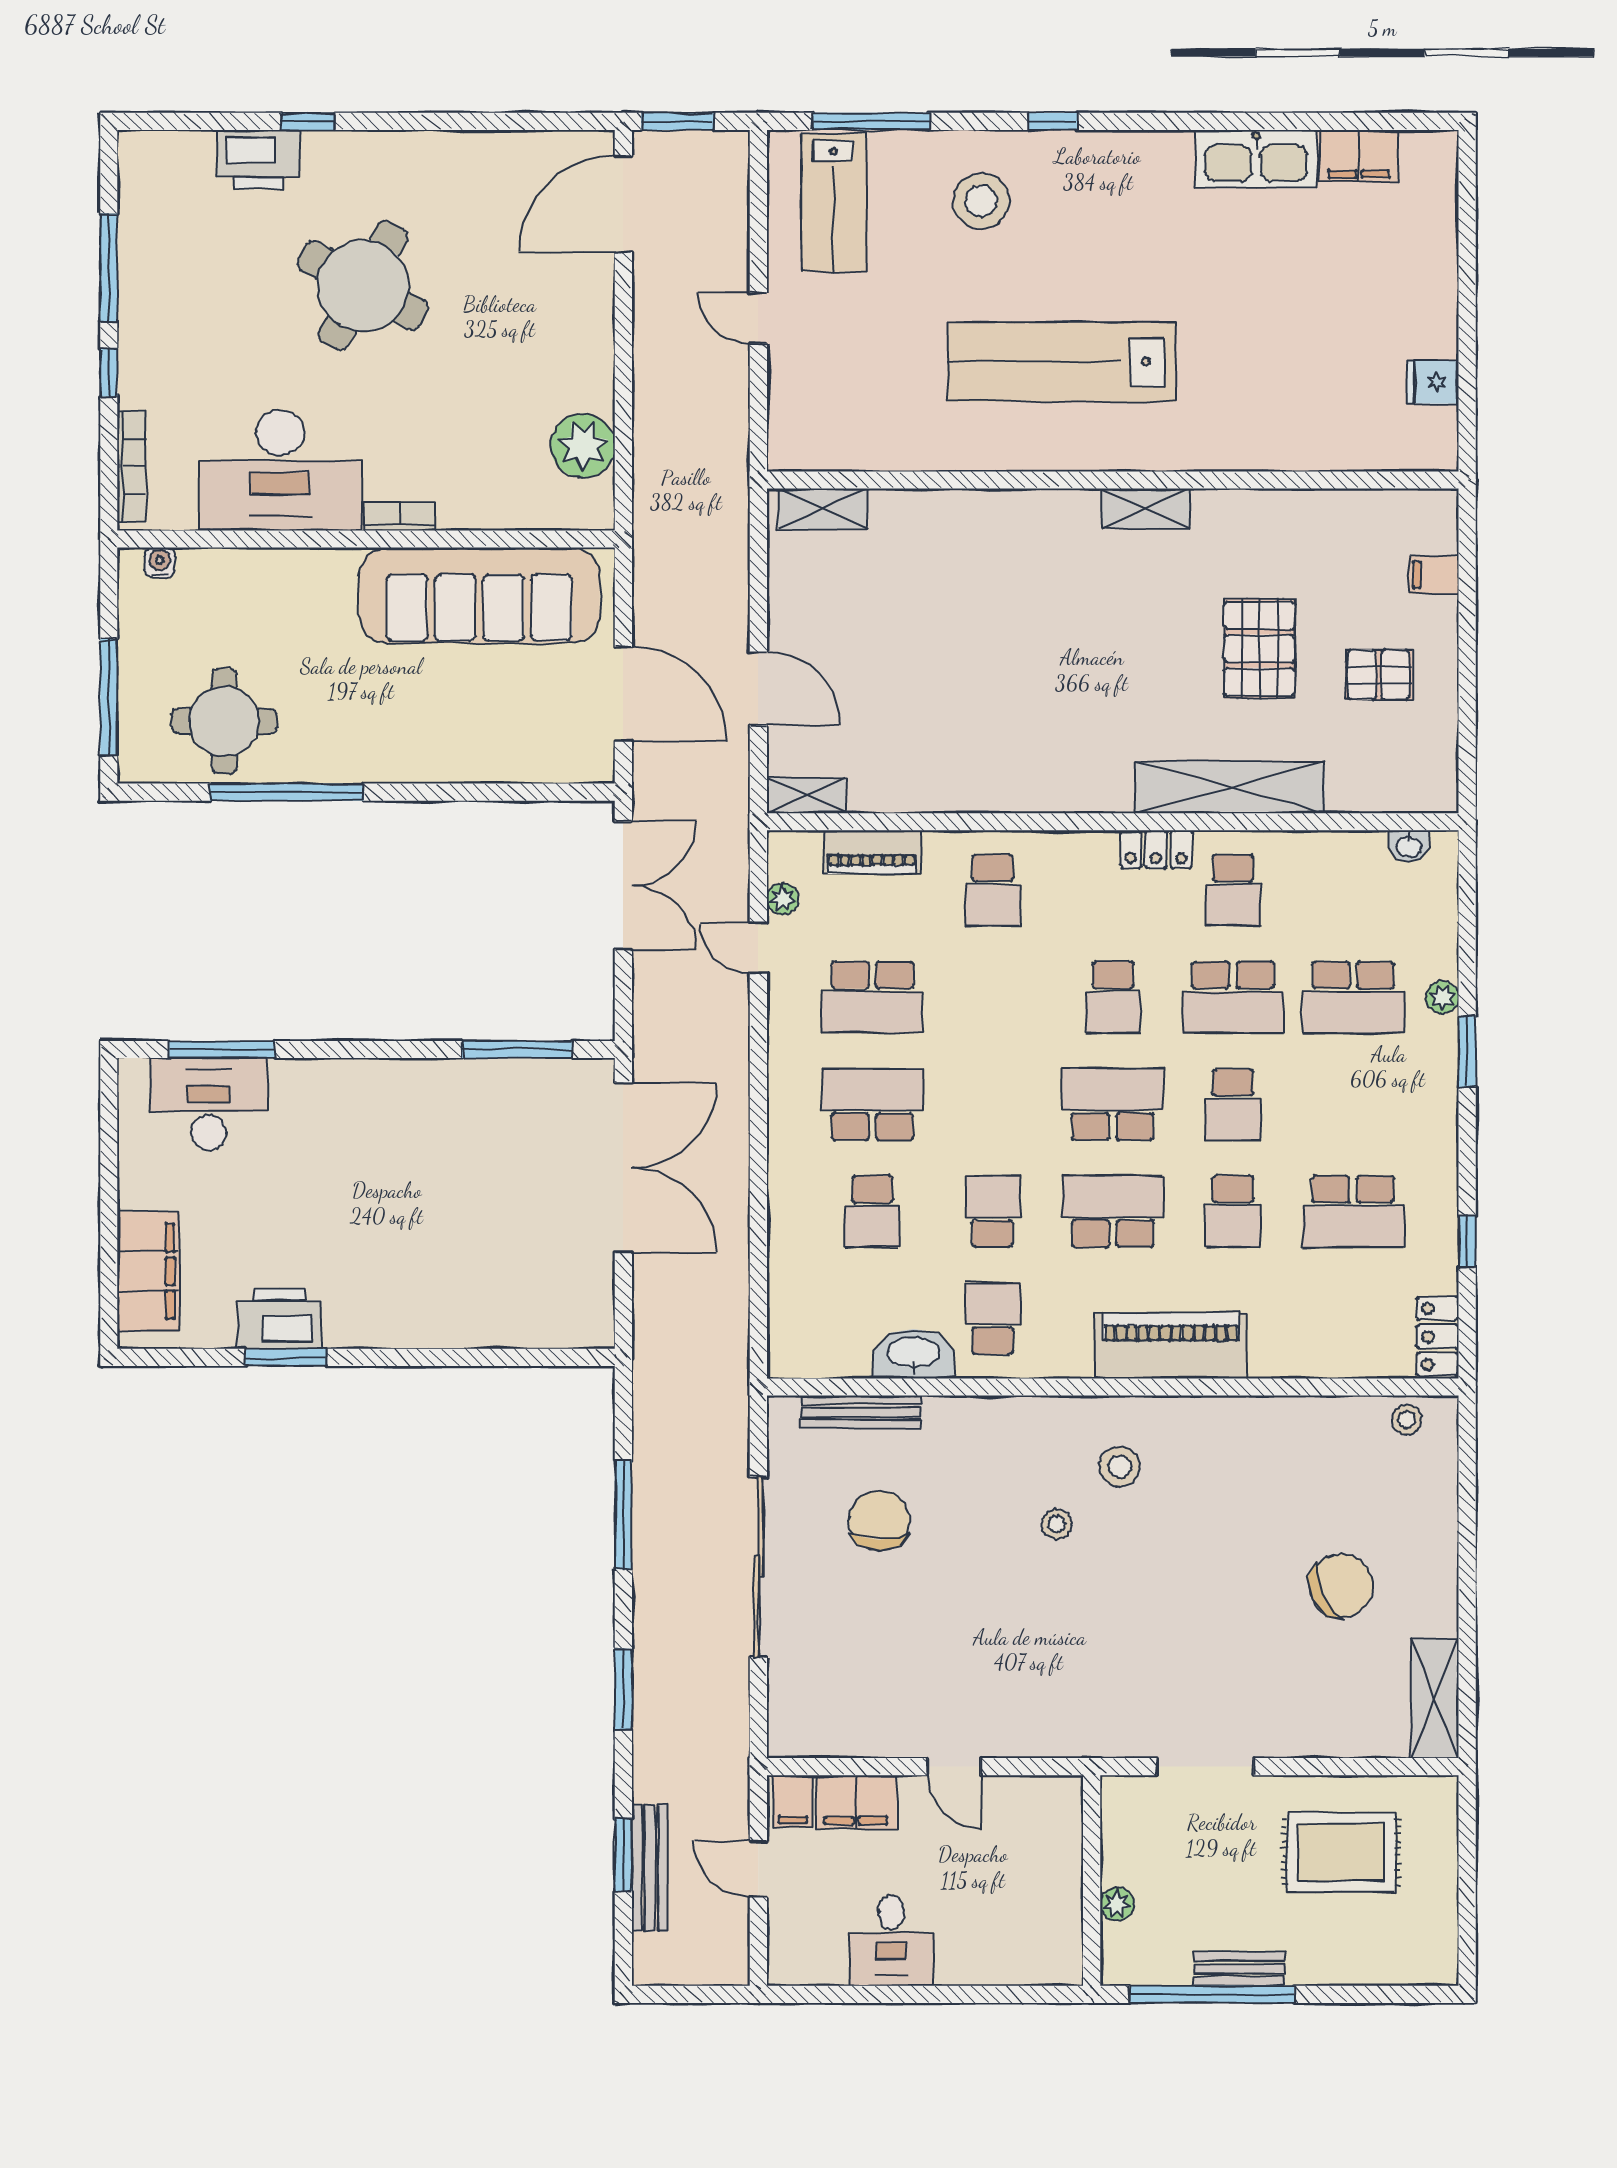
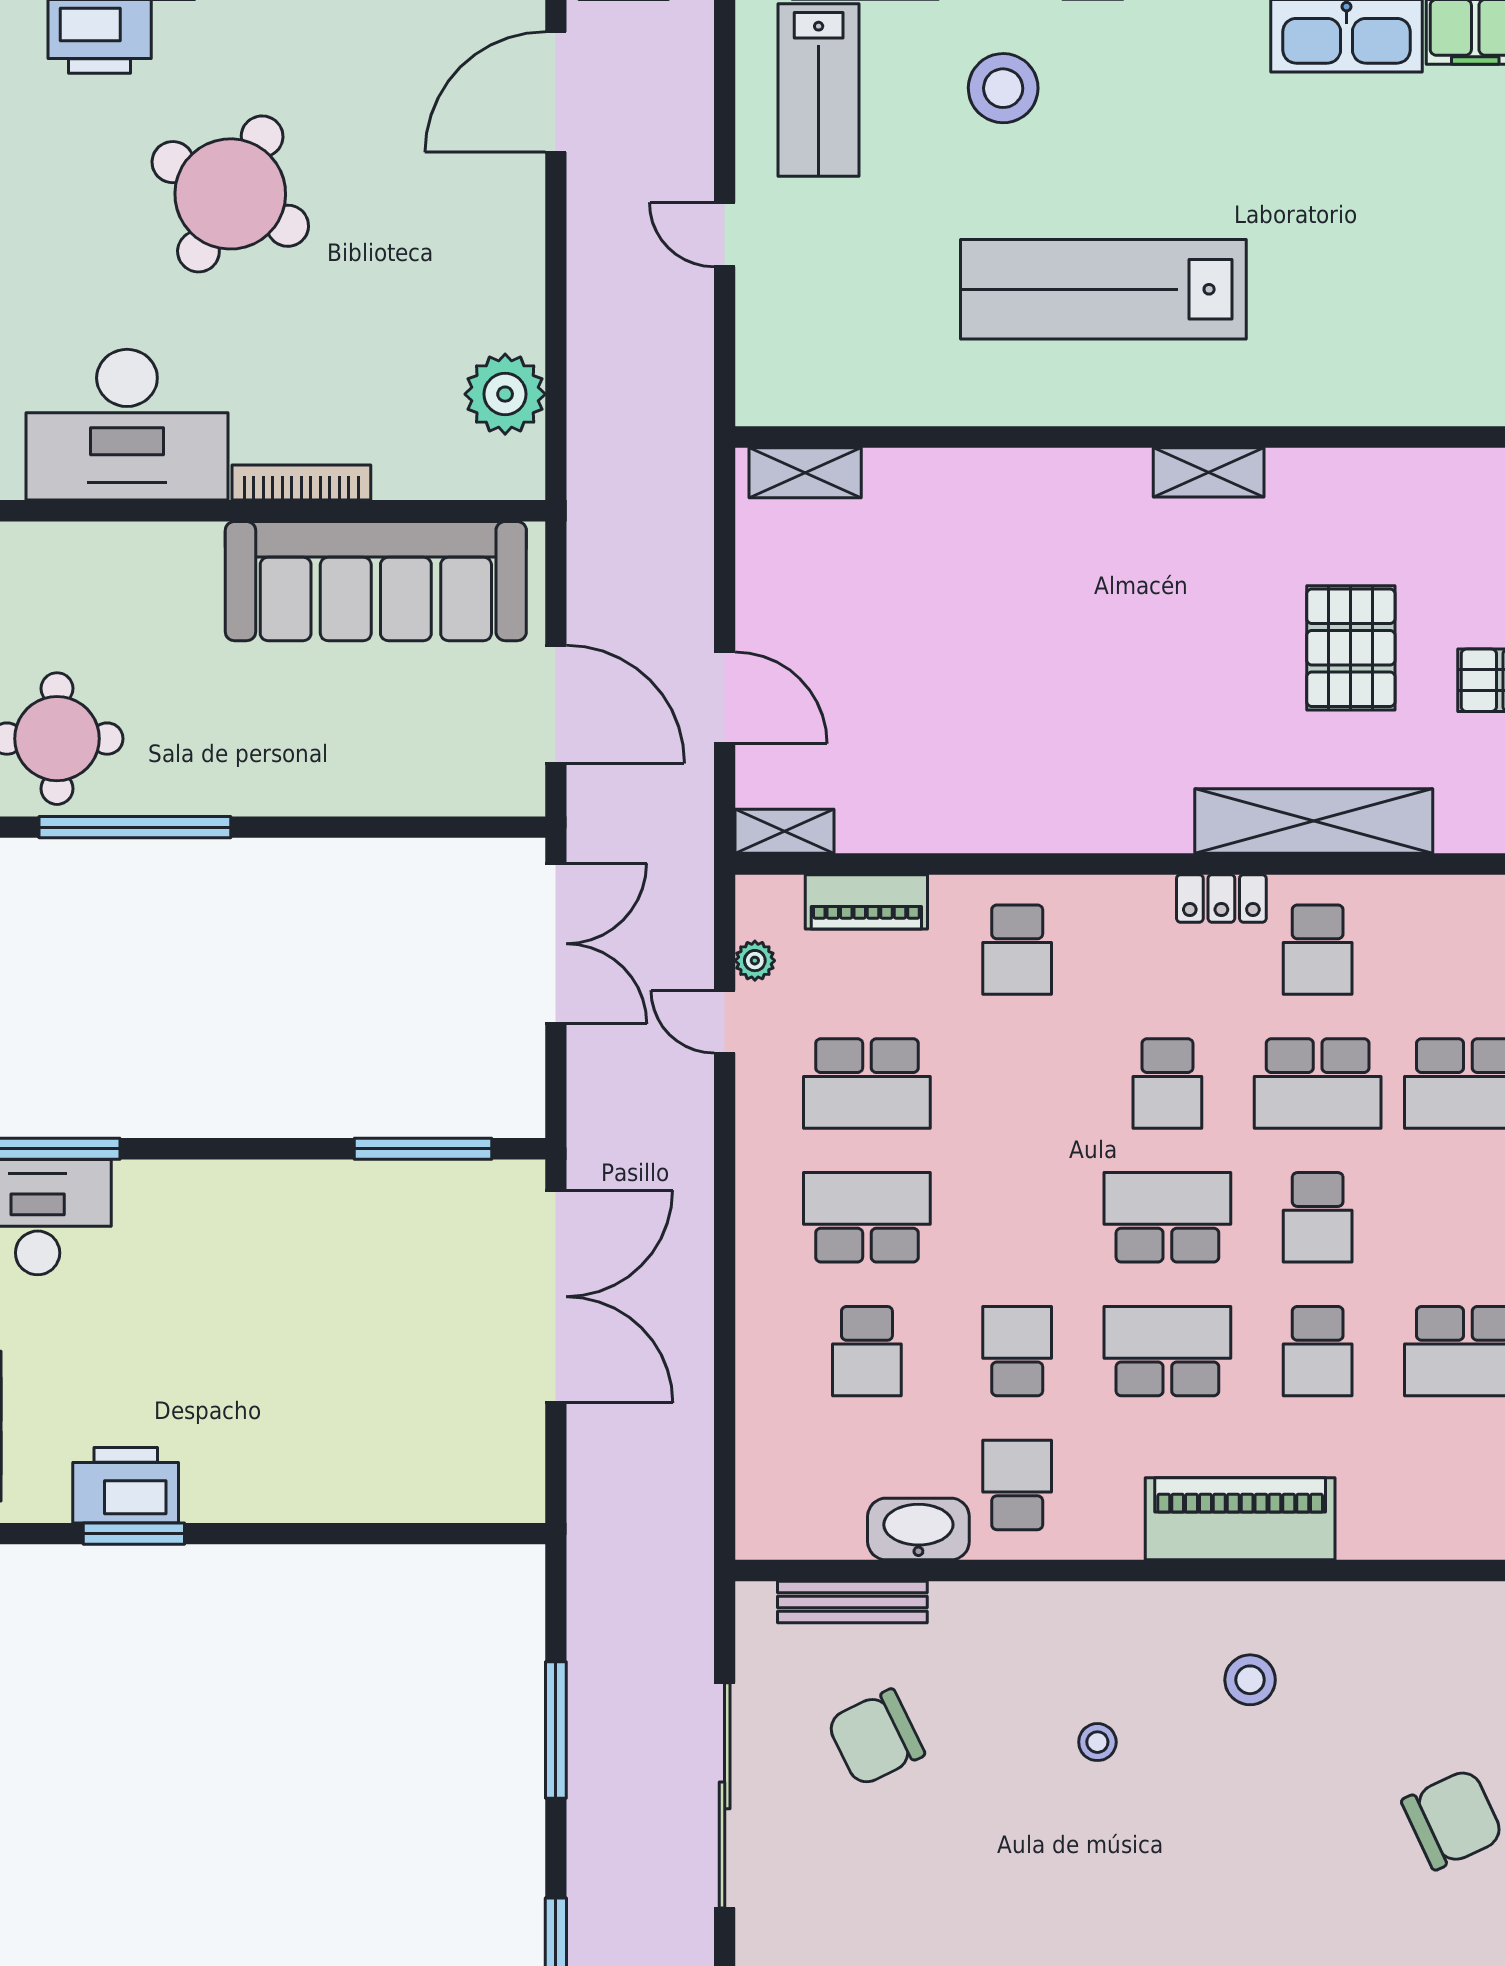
bookcase: (400, 516) -> (301, 483), width x1.56
stool: (1120, 1467) -> (1250, 1680), moved
chair: (879, 1521) -> (876, 1738), turned -116

